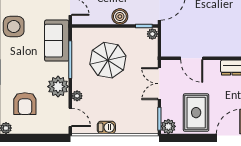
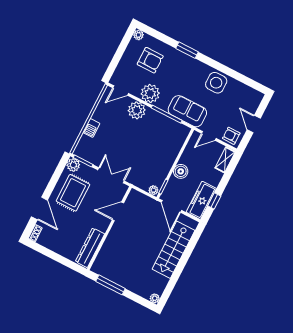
parasol: (108, 60) -> (151, 144), removed
plant: (77, 96) -> (137, 110), width x1.88, depth x1.88
armchair: (25, 104) -> (150, 60), turned 180
rug: (196, 113) -> (73, 193), turned 90
barbecue: (106, 127) -> (91, 128), moved

